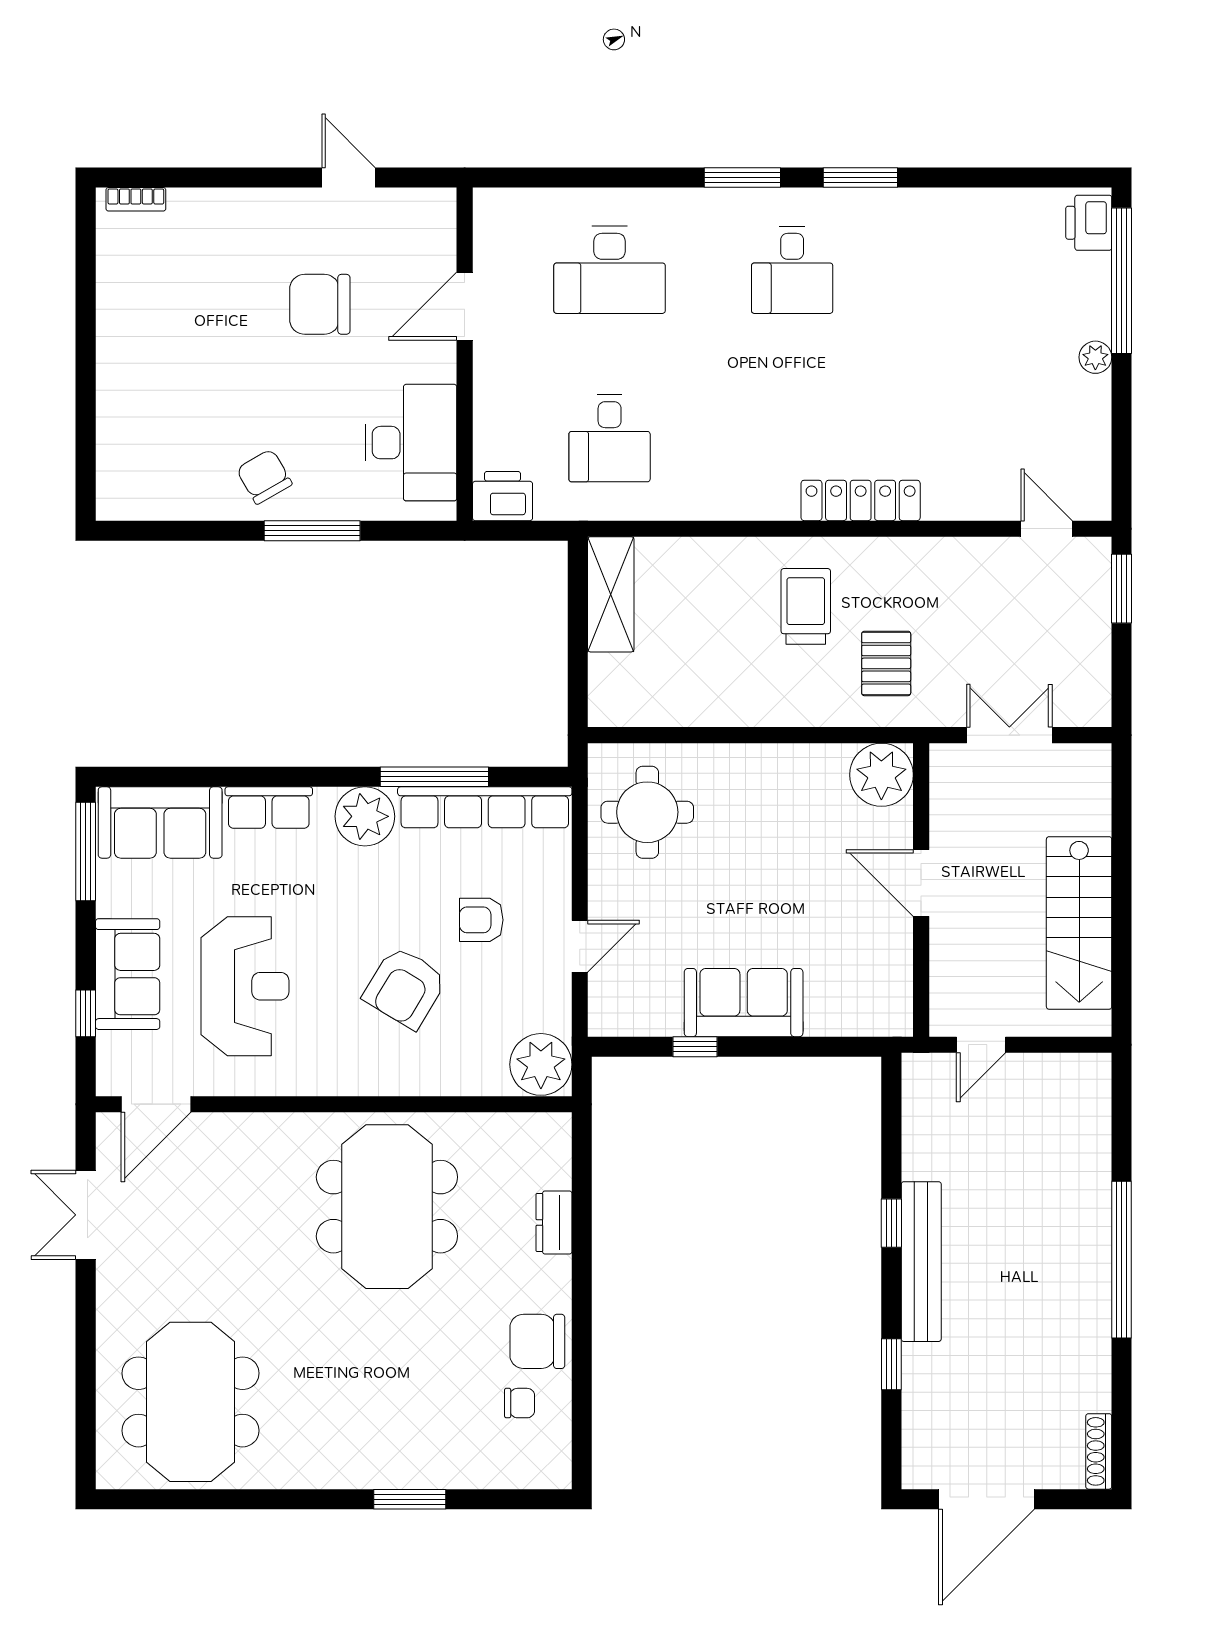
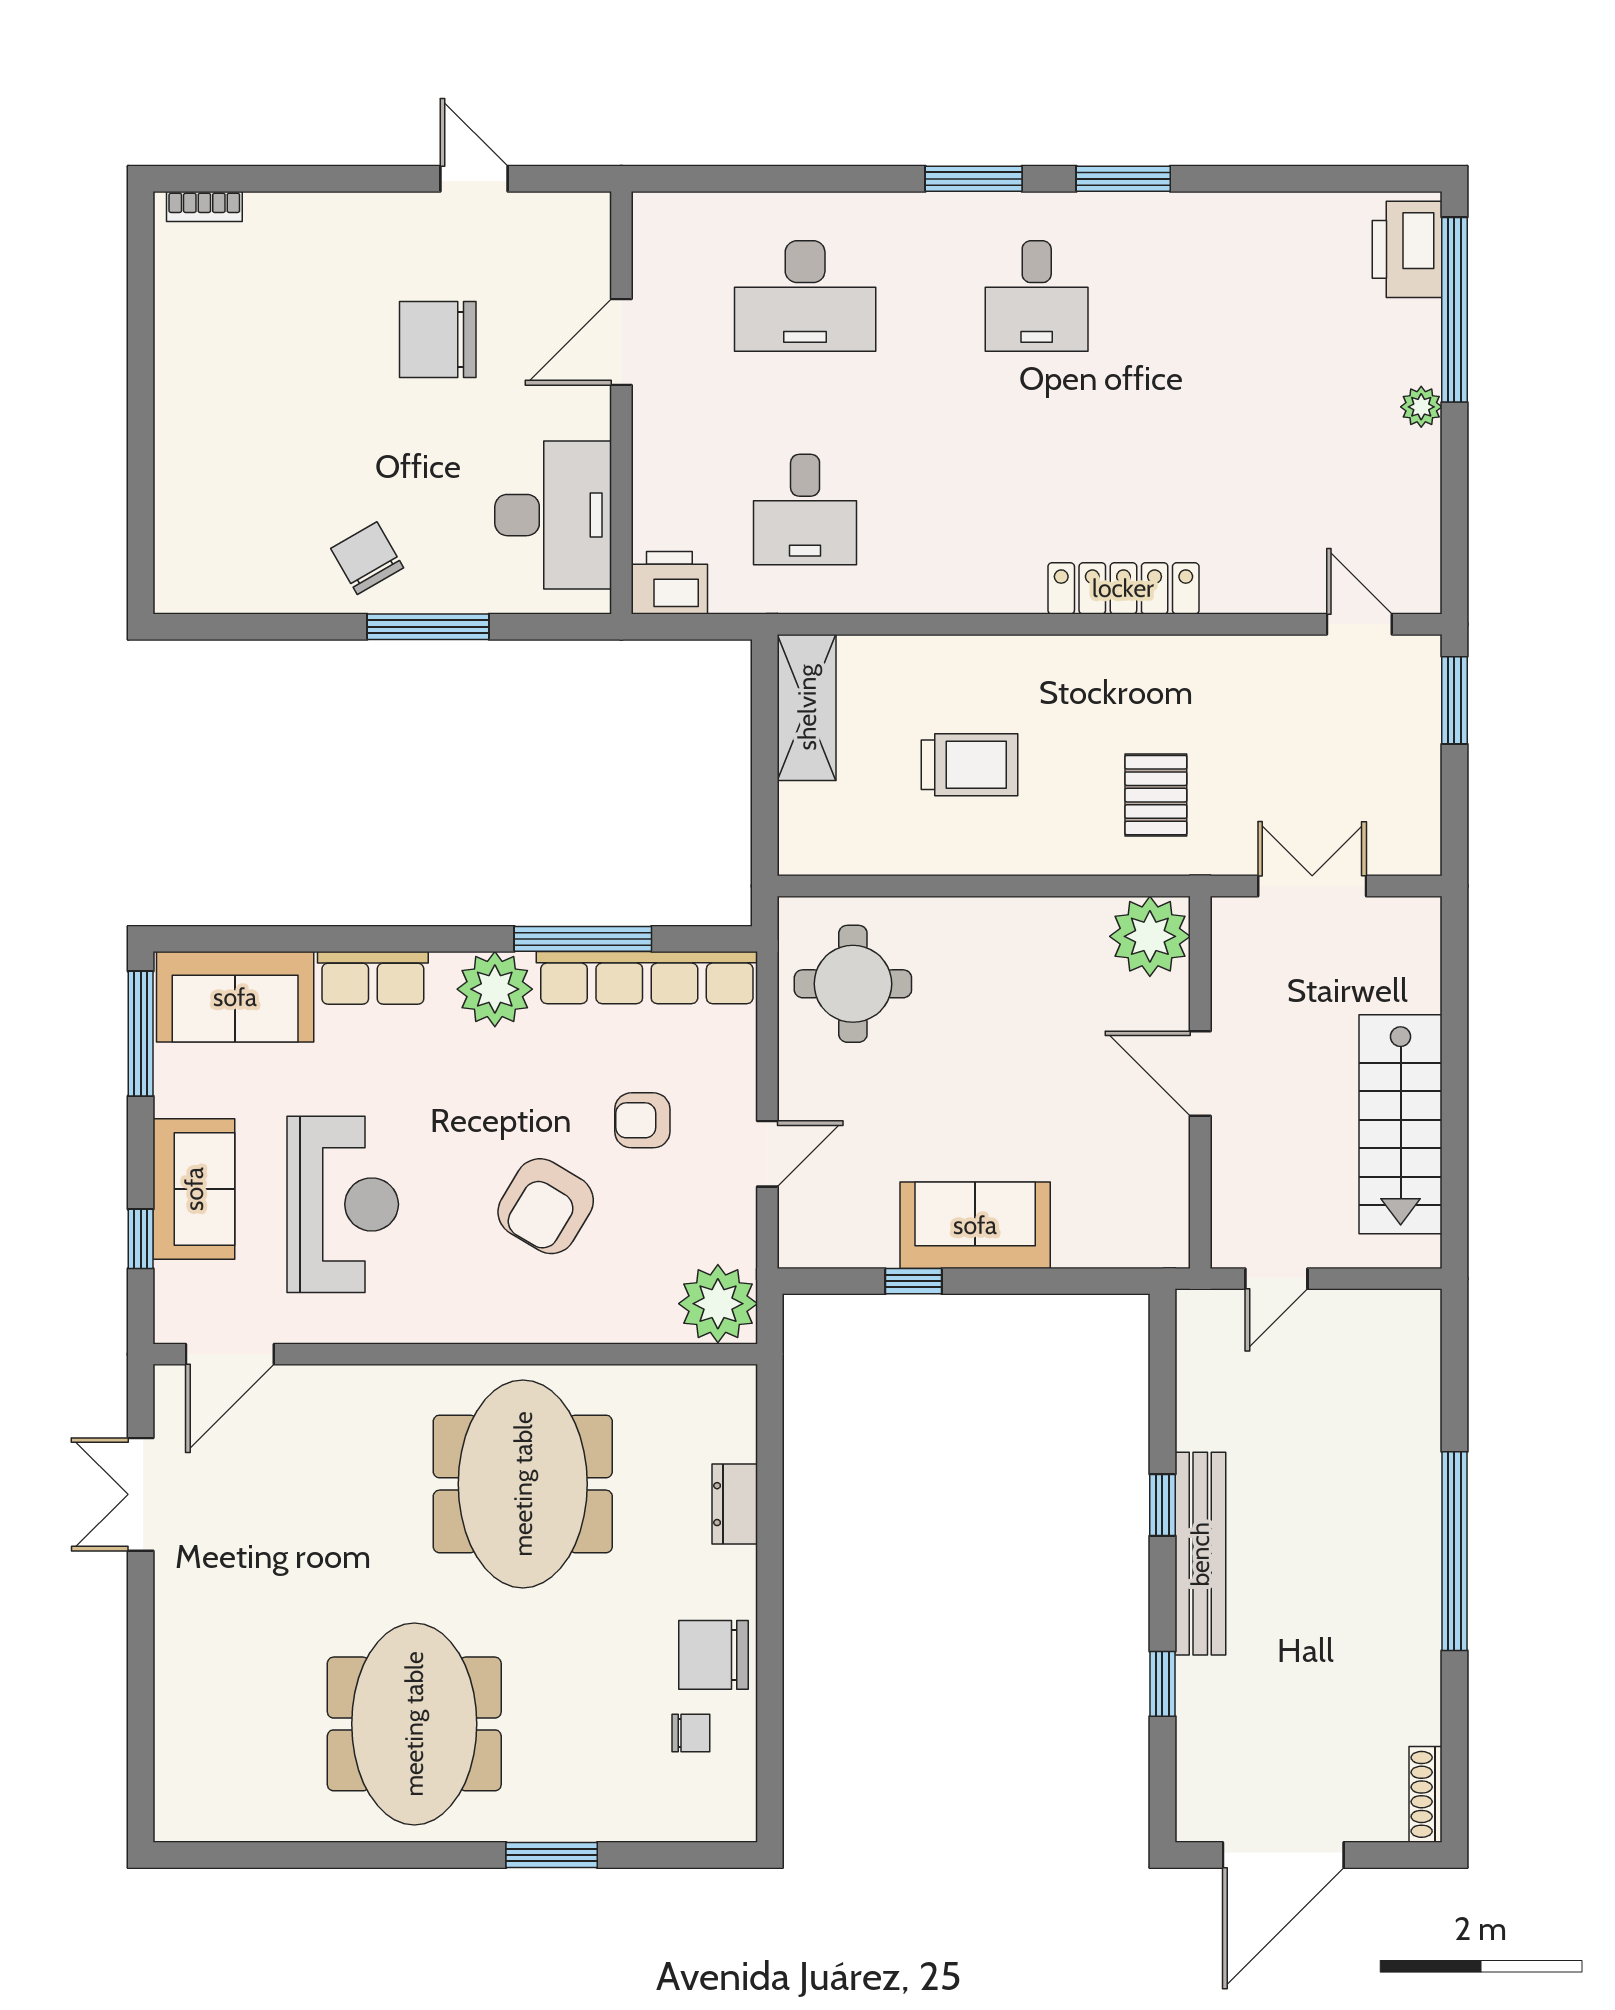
printer: (1089, 223) -> (1407, 249), width x1.37, depth x1.19
trolley: (806, 606) -> (969, 765), moved, turned 90
meeting table: (190, 1402) -> (414, 1724), moved

